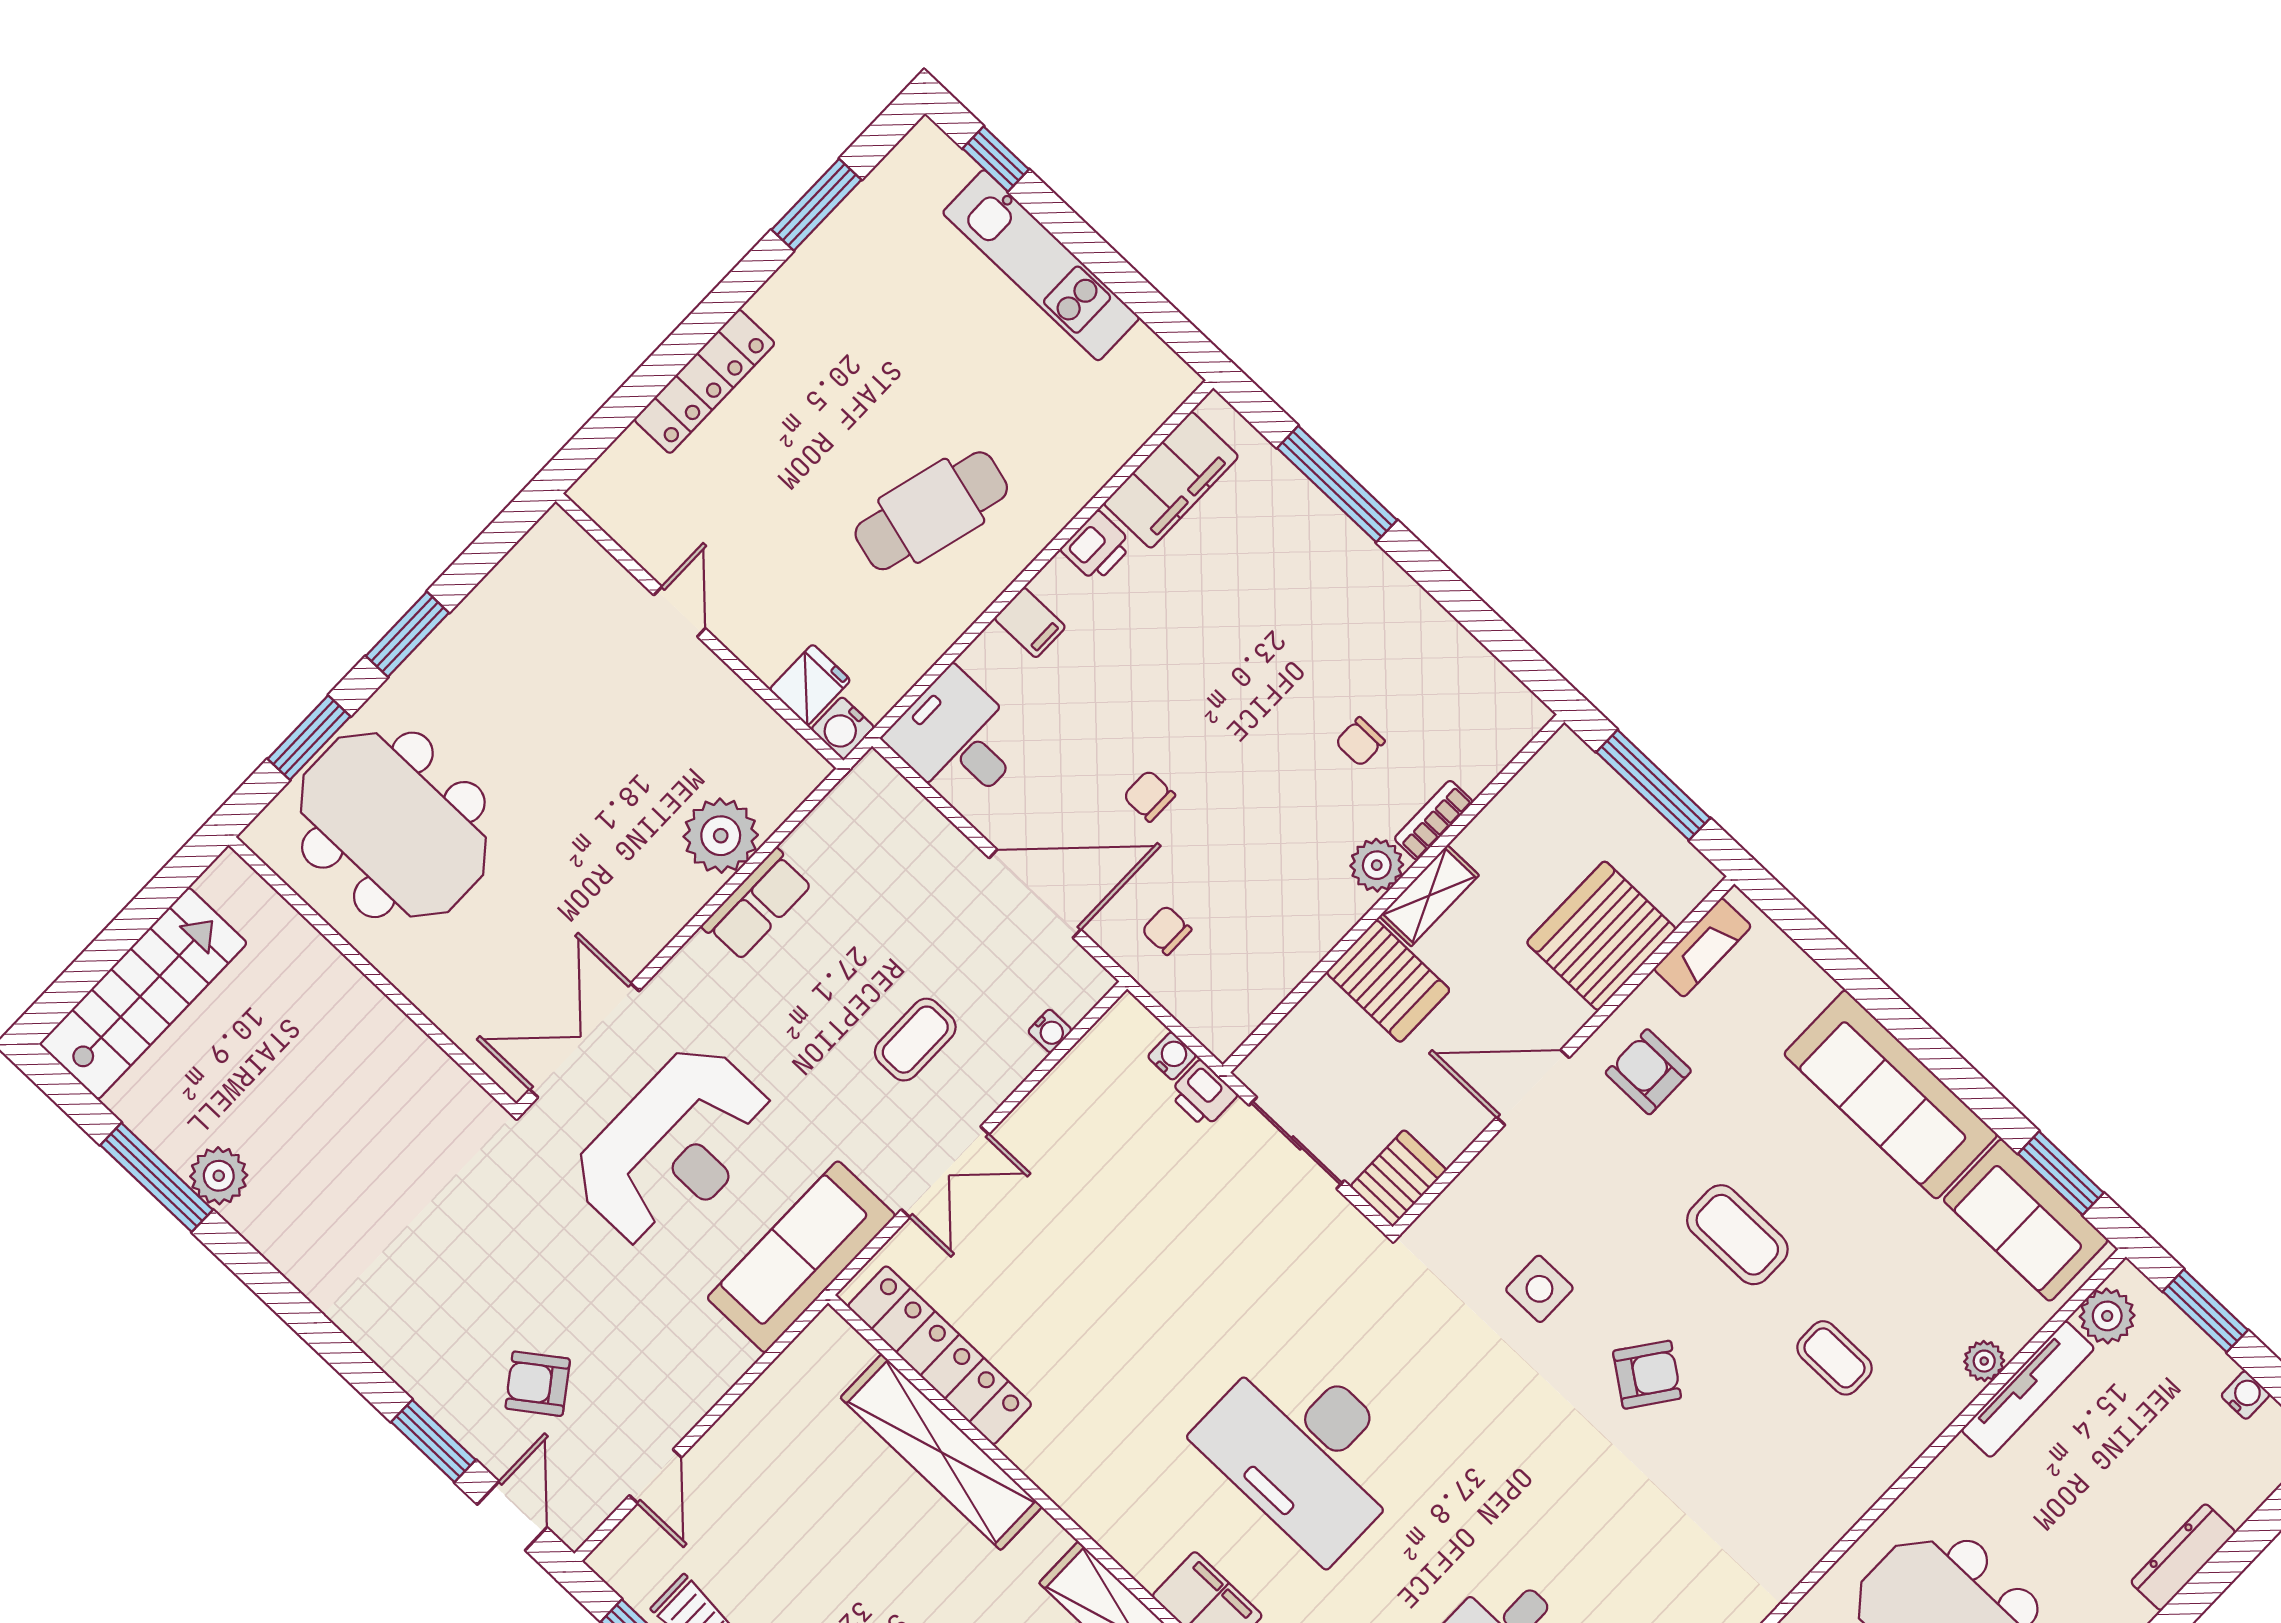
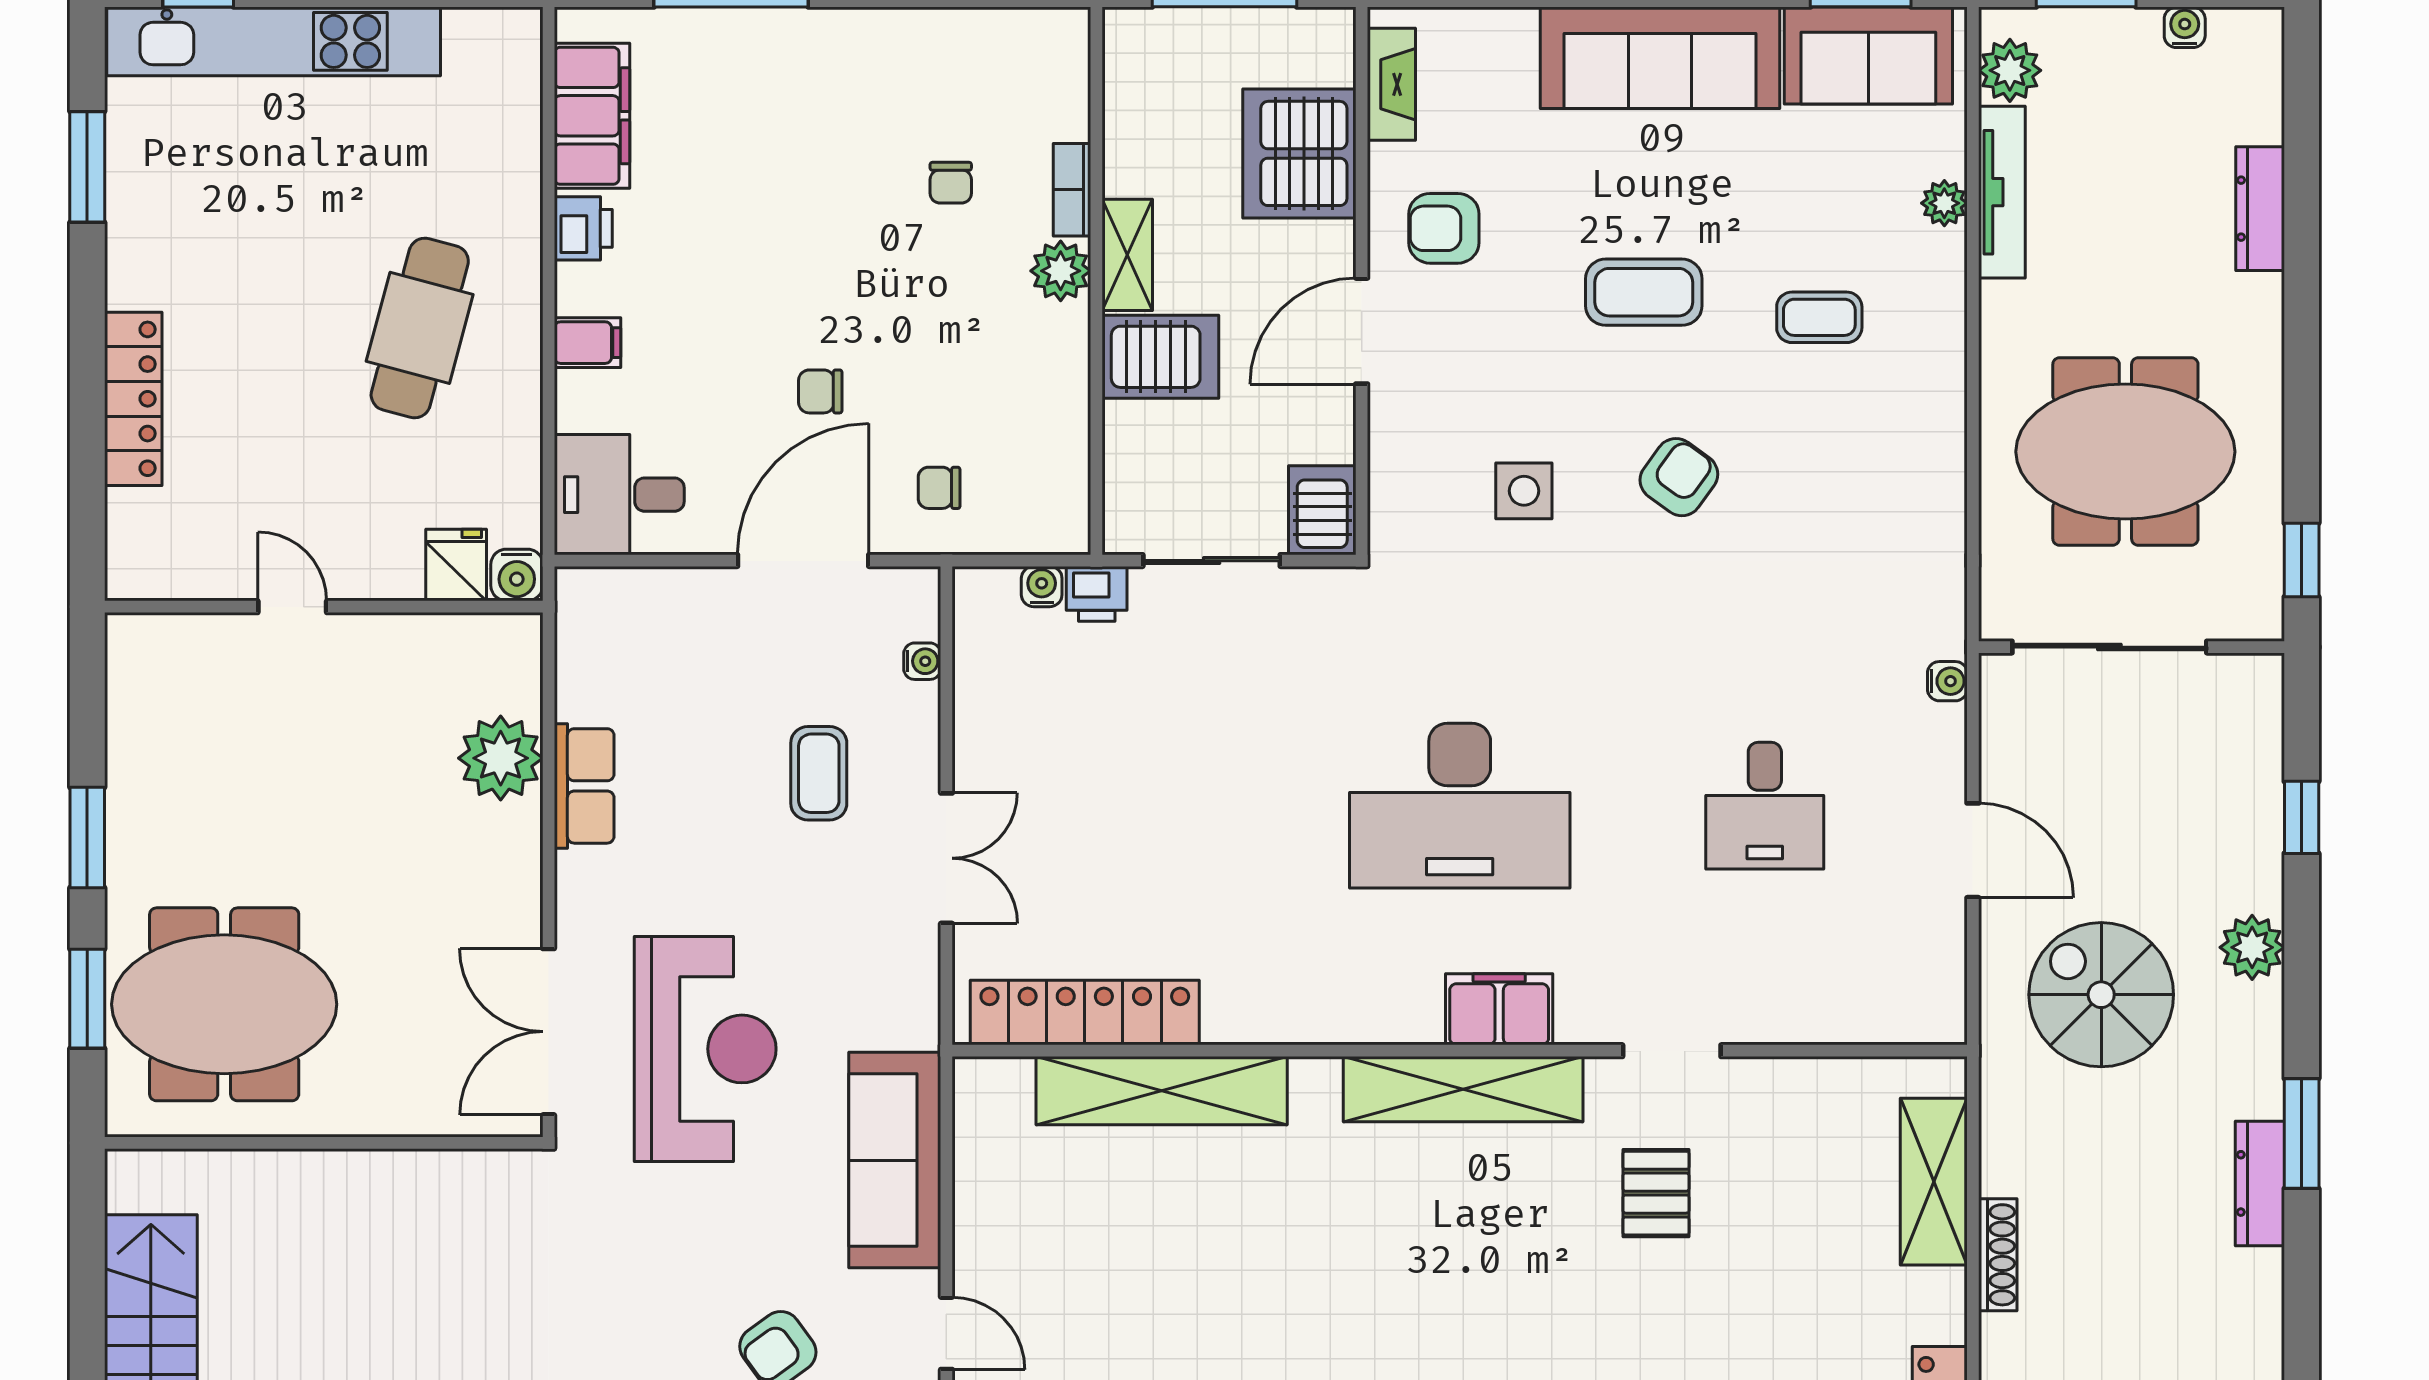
kitchen unit: (1041, 265) -> (274, 41), width x1.36
sofa: (801, 1257) -> (895, 1160), moved

